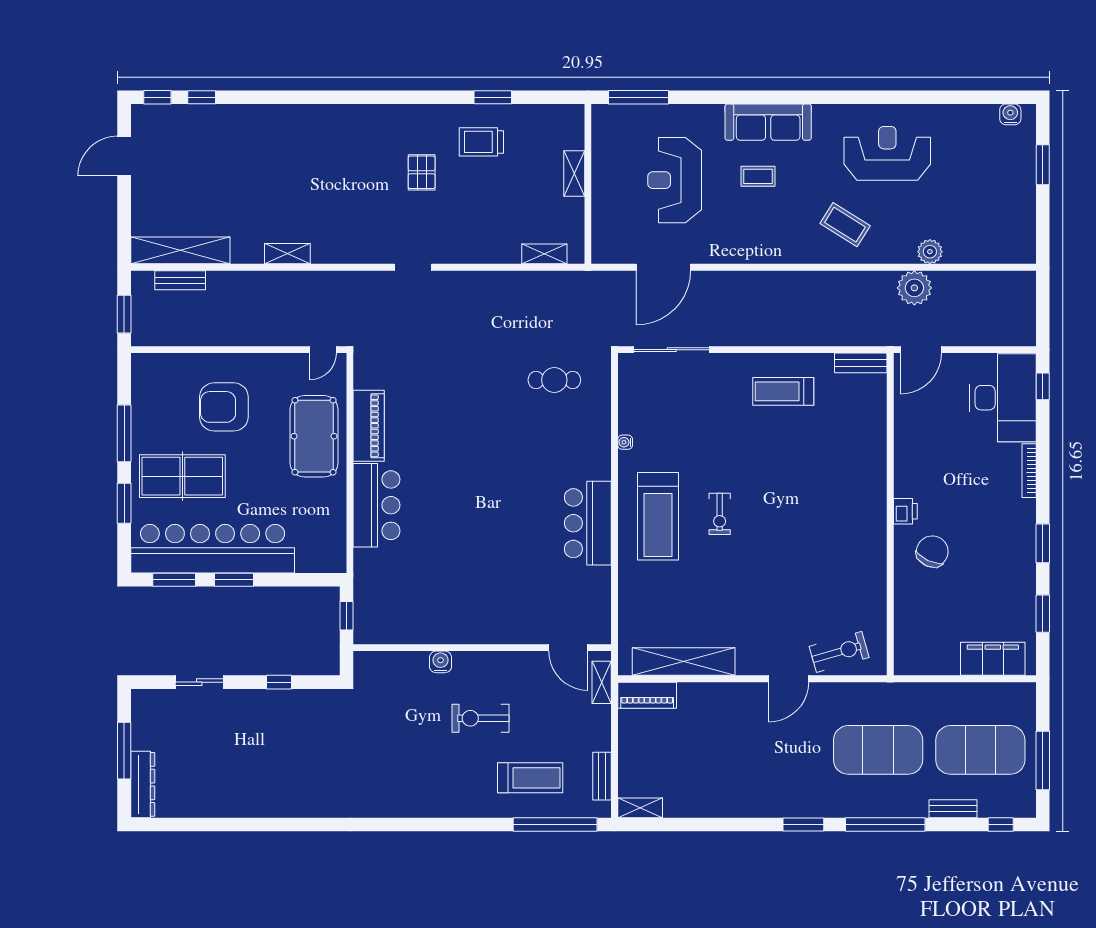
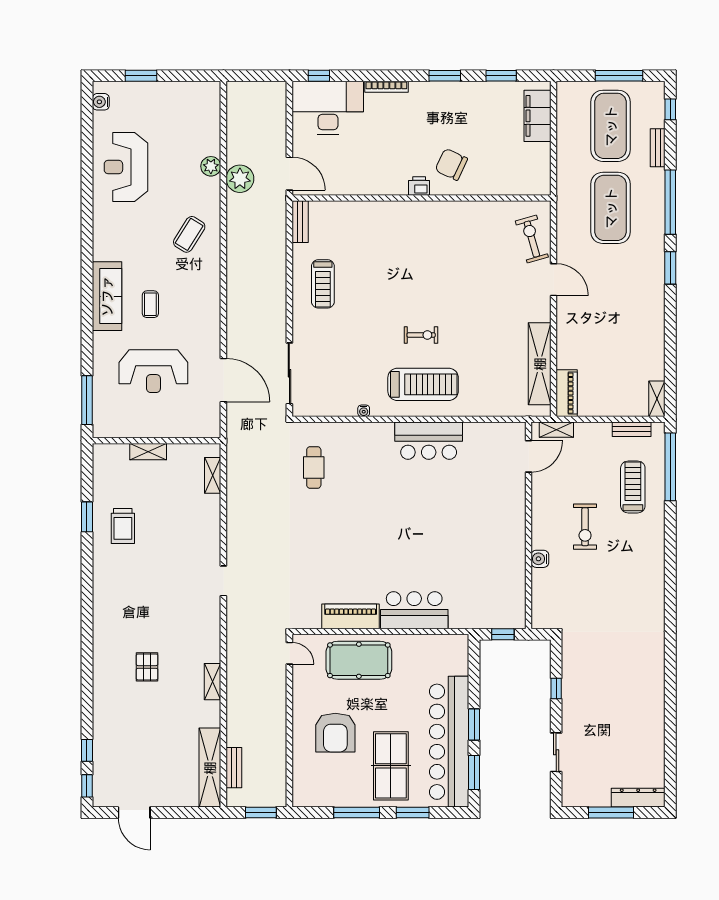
reception desk: (887, 153) -> (126, 167), moved
pallet: (422, 172) -> (147, 667), moved, turned 90

